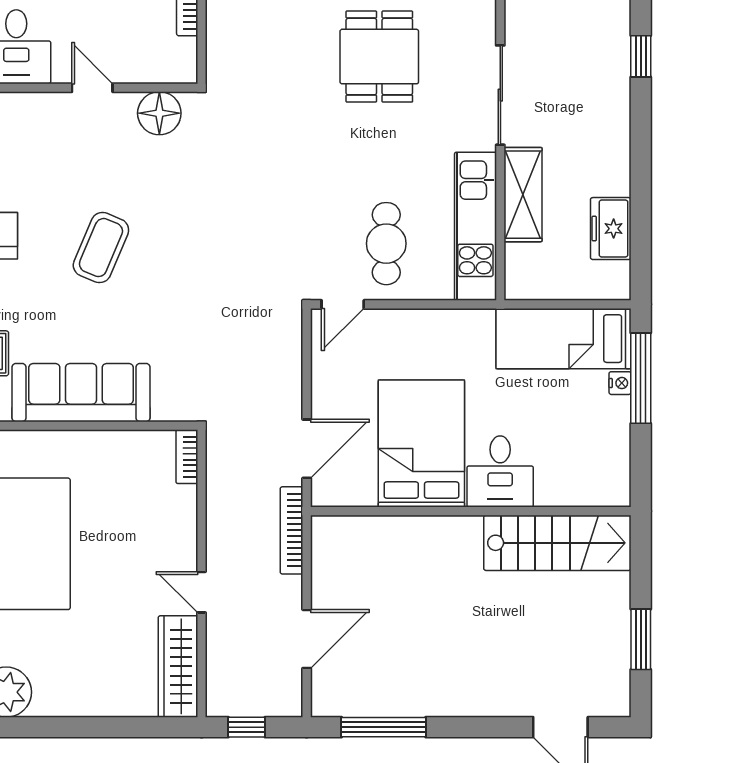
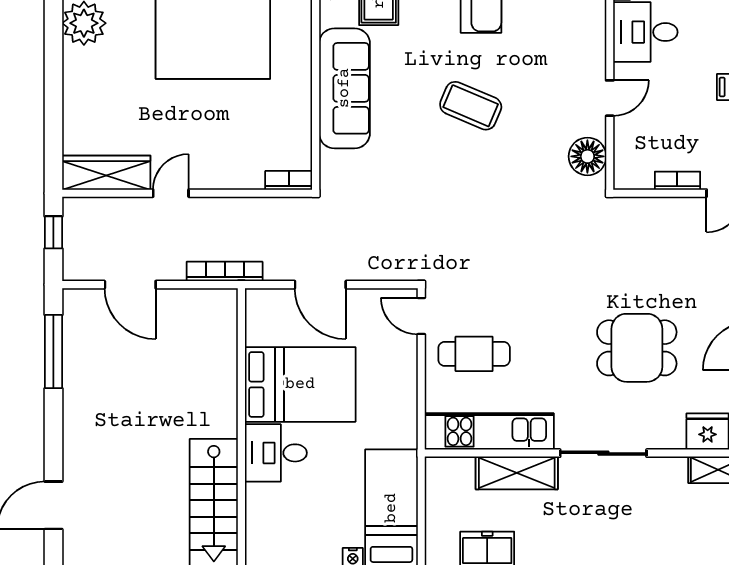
door: (307, 449) -> (320, 285), moved

